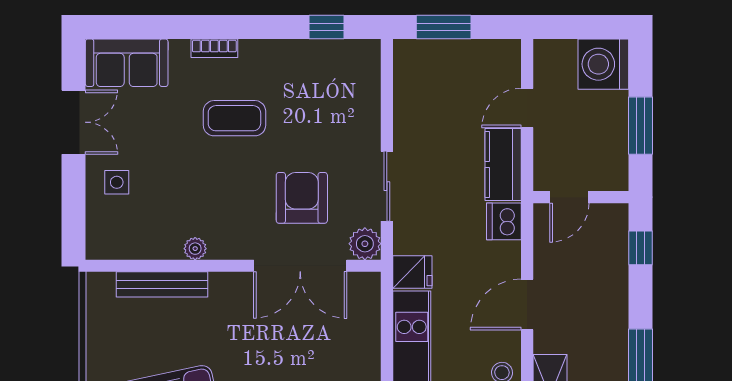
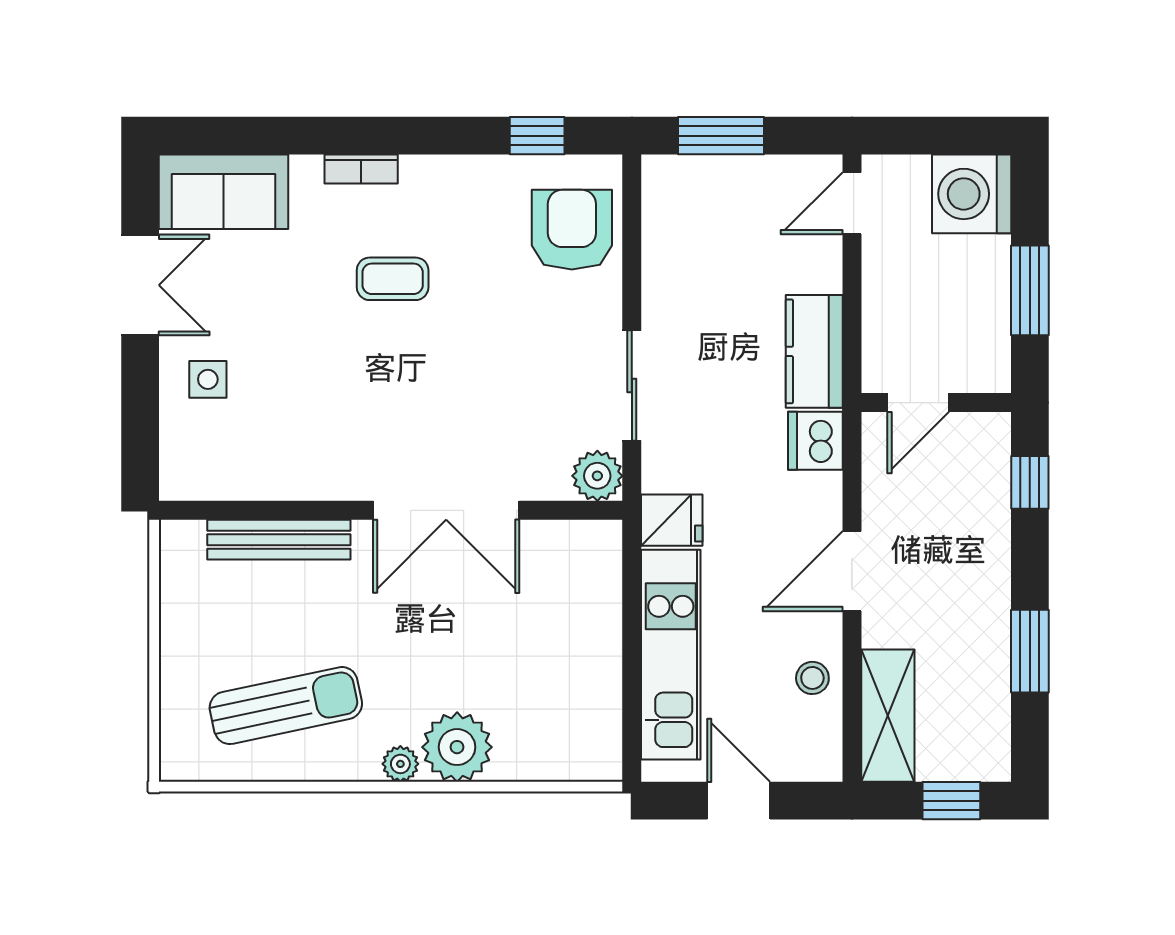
door: (527, 108) -> (852, 203), moved
coffee table: (234, 118) -> (393, 279), width x0.73, depth x0.77
armchair: (302, 198) -> (572, 230), moved
plant: (195, 249) -> (331, 483), removed
double door: (300, 266) -> (446, 510), moved

